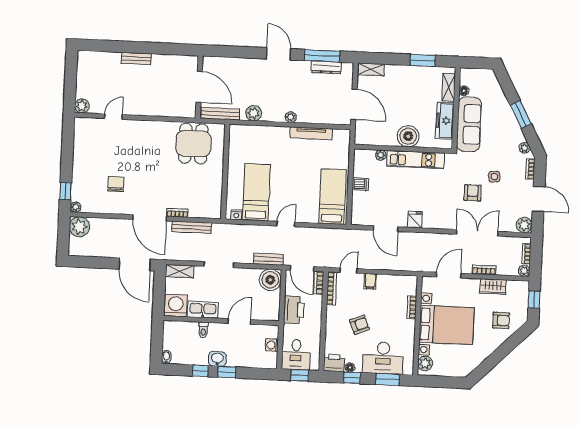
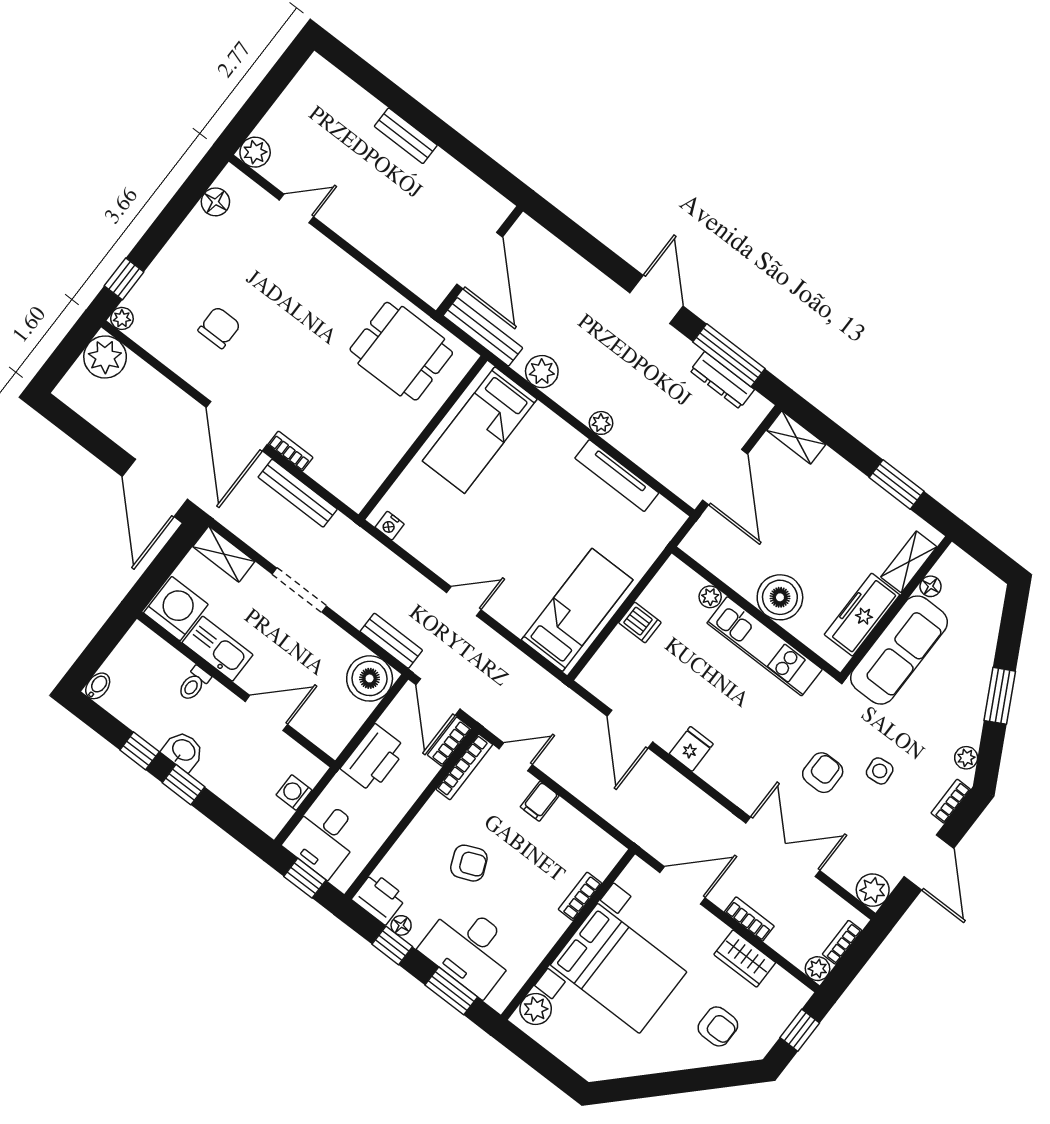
floor lamp: (80, 136) -> (215, 202), added
dining table: (193, 144) -> (401, 351), turned 90
bed: (256, 192) -> (480, 430), moved, turned 180

